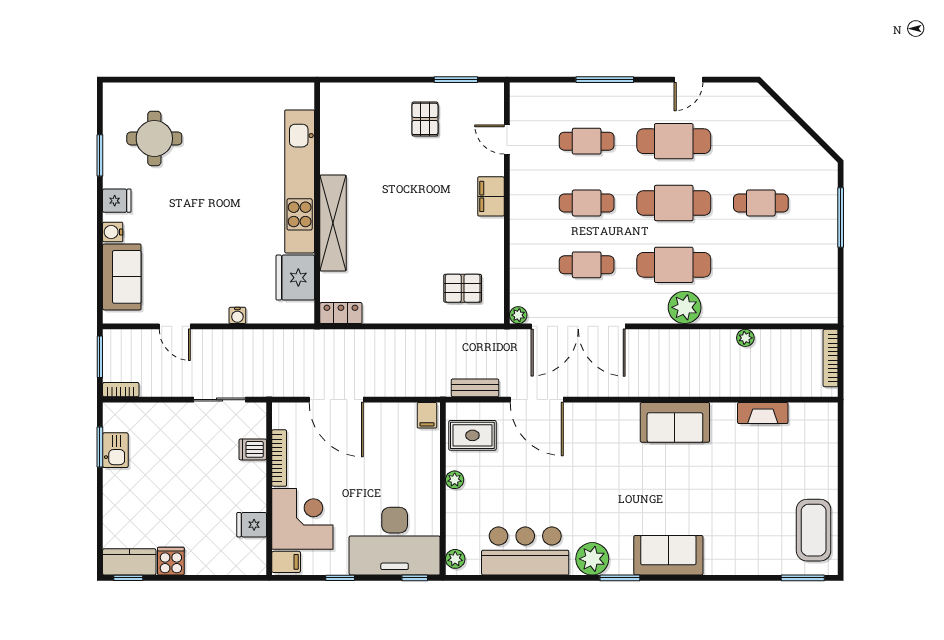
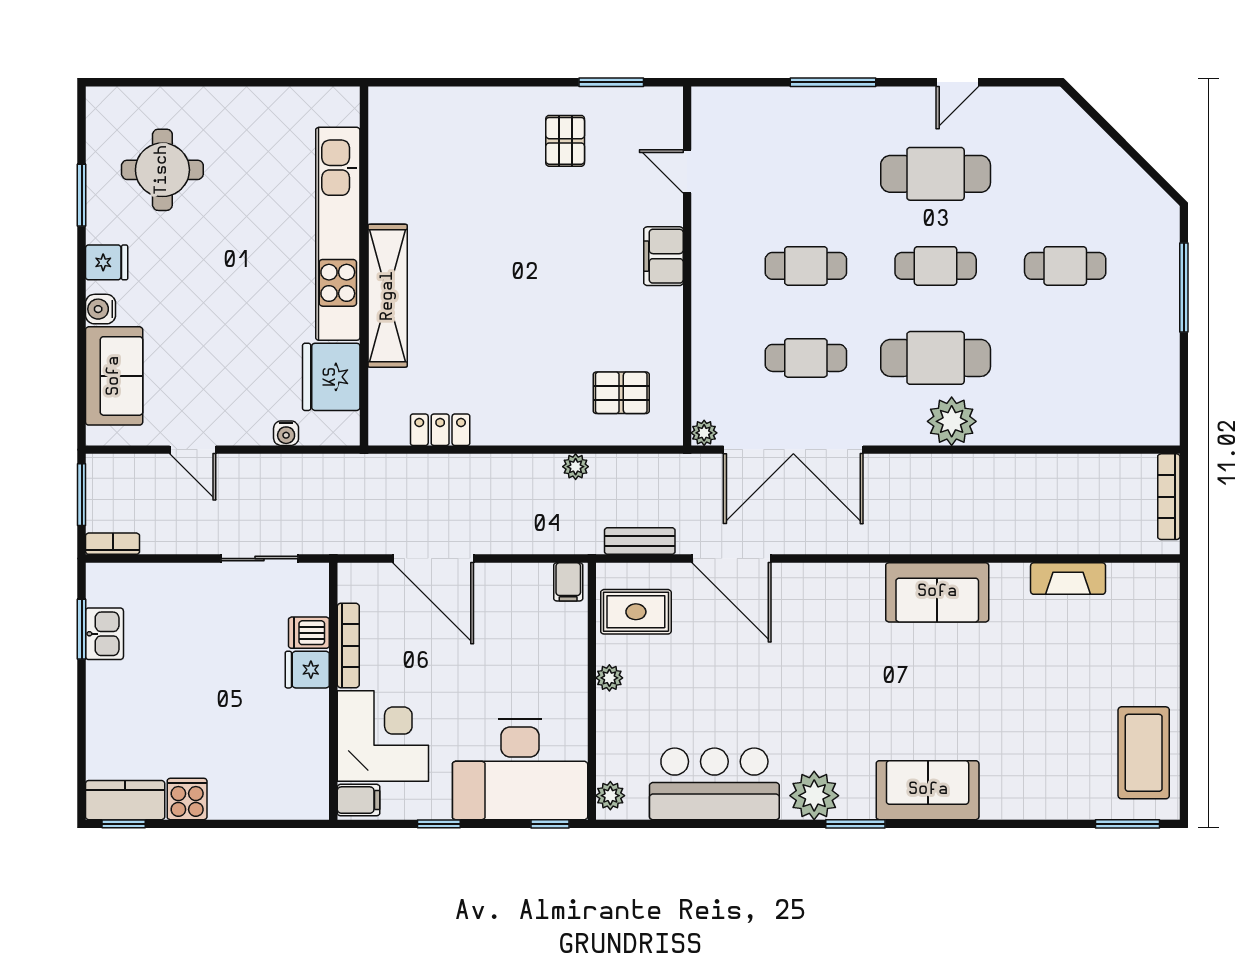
cafe table: (587, 141) -> (806, 174), removed
kitchen unit: (300, 181) -> (338, 234), moved
wall: (317, 203) -> (364, 266), moved
cafe table: (674, 203) -> (936, 266), width x0.73, depth x0.74
shelving: (333, 223) -> (388, 296), moved
fridge: (295, 278) -> (331, 377), moved
plant: (745, 338) -> (576, 467), moved
fridge: (252, 525) -> (307, 670), moved

